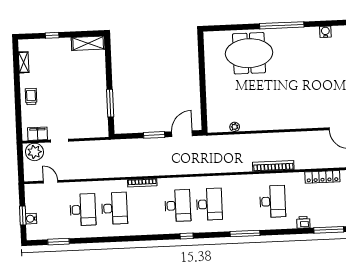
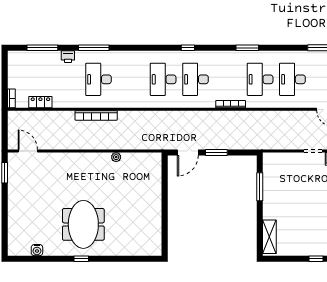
window: (282, 25) -> (81, 259), width x0.32
shelving: (88, 43) -> (269, 237), moved, turned 90
meeting table: (249, 53) -> (83, 224), moved, turned 90
plant: (235, 127) -> (116, 157), moved
locker: (322, 177) -> (40, 102), width x0.66
window: (245, 233) -> (94, 48), moved
window: (128, 239) -> (247, 48), added

